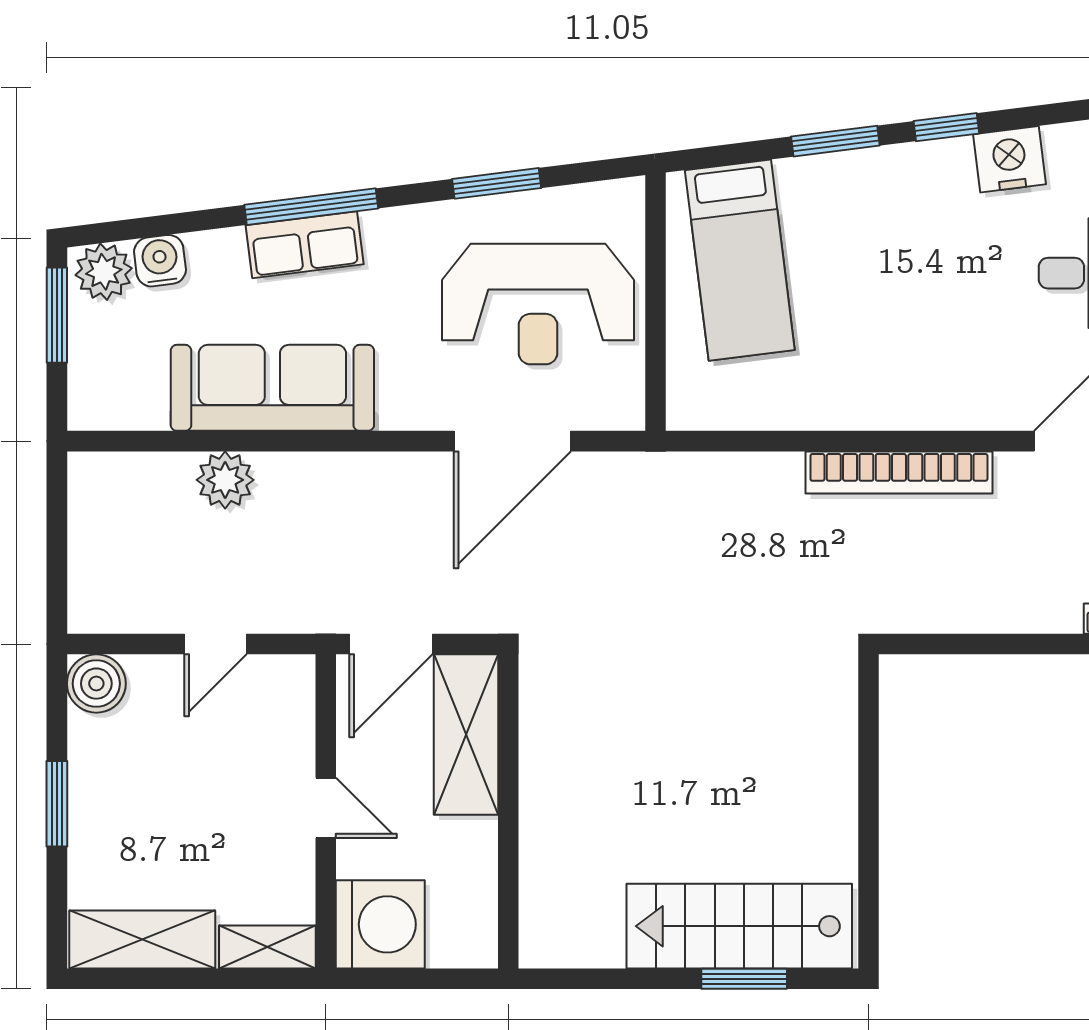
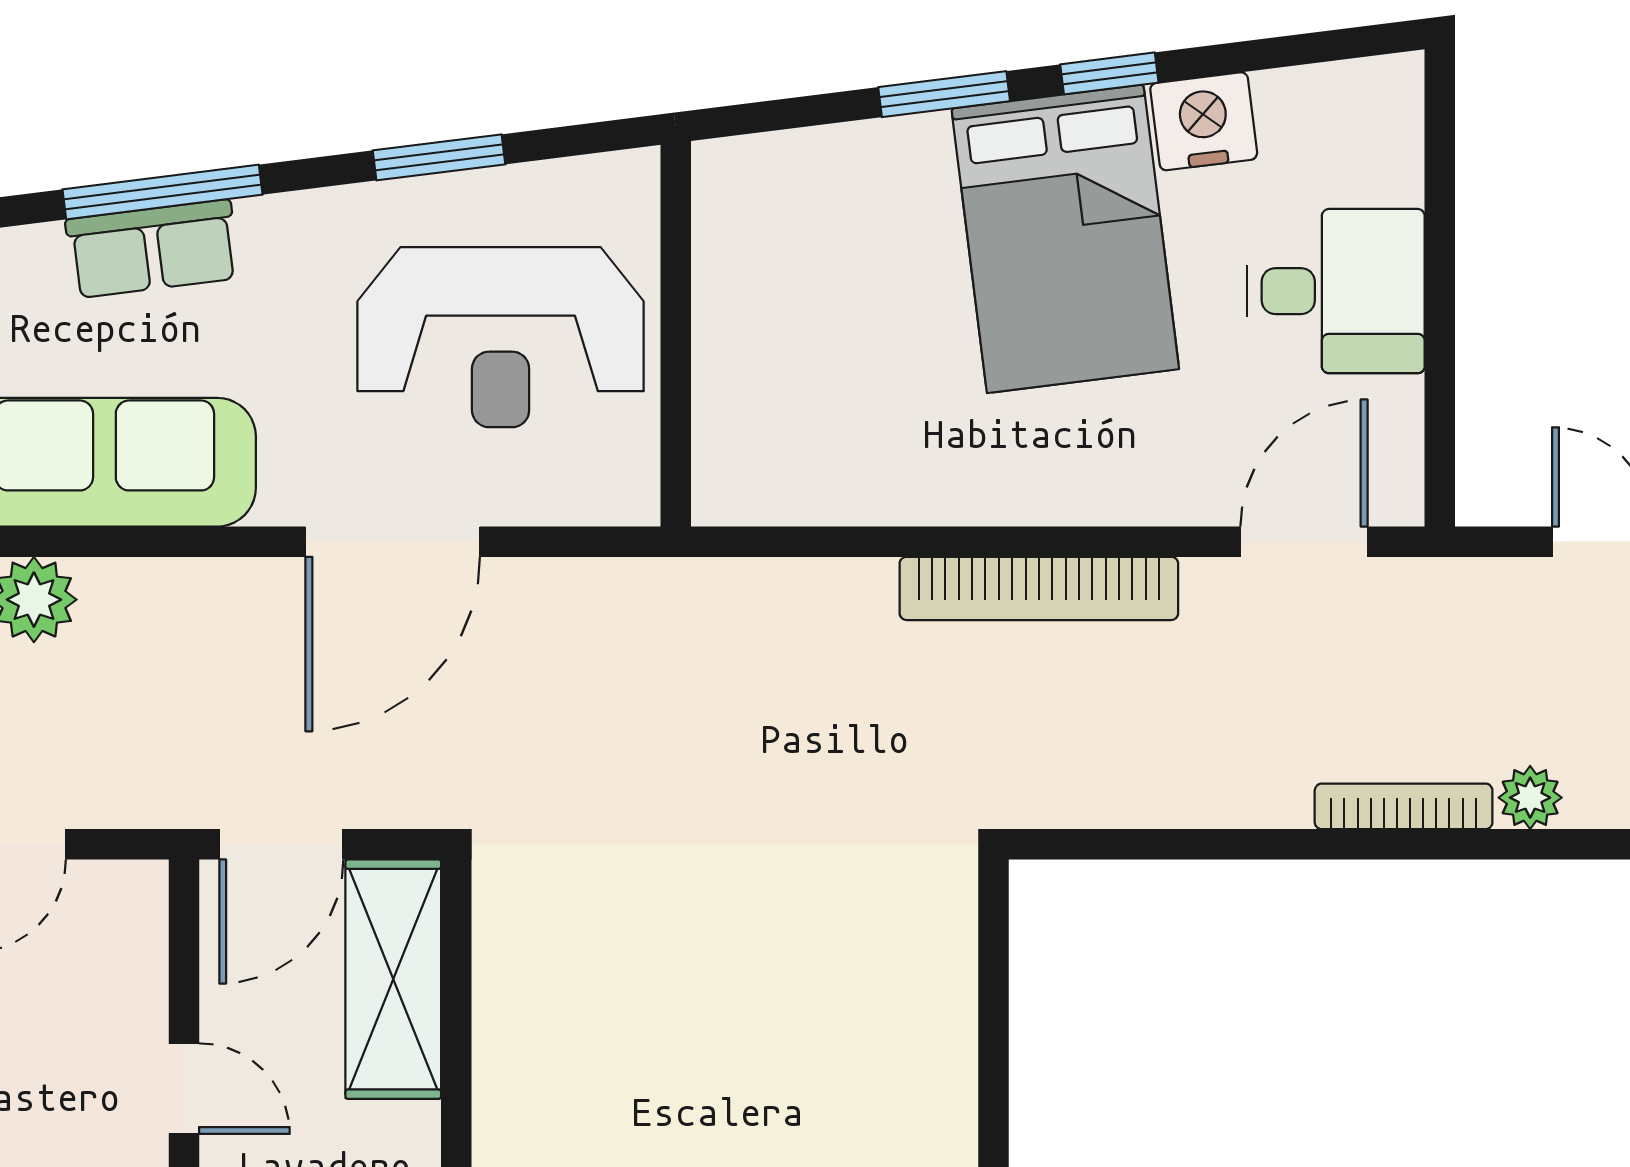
bed: (740, 260) -> (1065, 239), moved, width x1.50
door: (512, 441) -> (393, 542), moved

